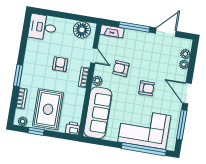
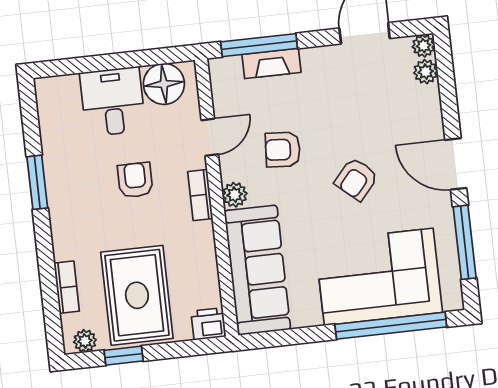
desk: (42, 27) -> (113, 102), moved, turned 90
window: (134, 27) -> (259, 45), moved
fireplace: (112, 31) -> (271, 63), moved
door: (94, 56) -> (210, 137), hinge flipped
plant: (184, 64) -> (424, 46), moved
window: (18, 76) -> (37, 182), moved
armchair: (146, 88) -> (356, 179), turned 131

